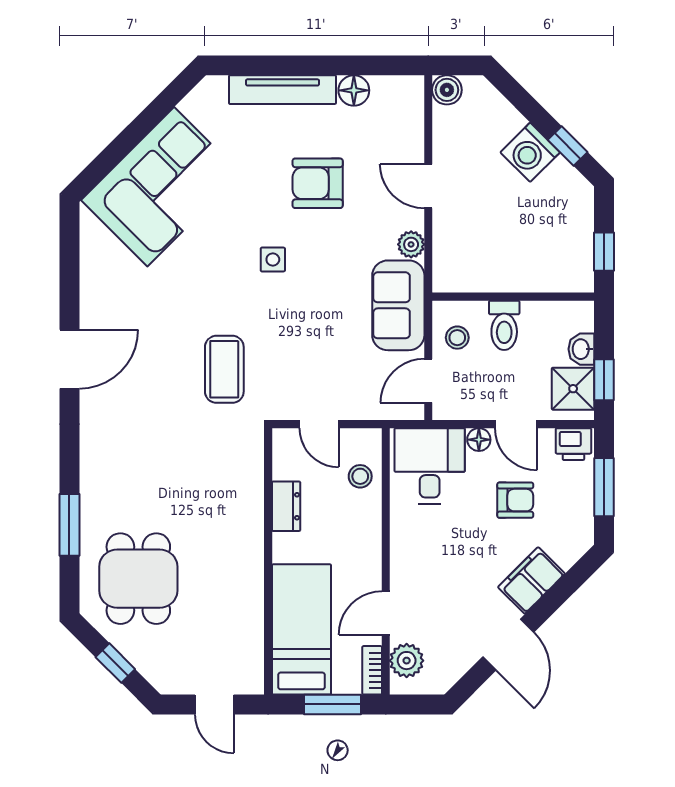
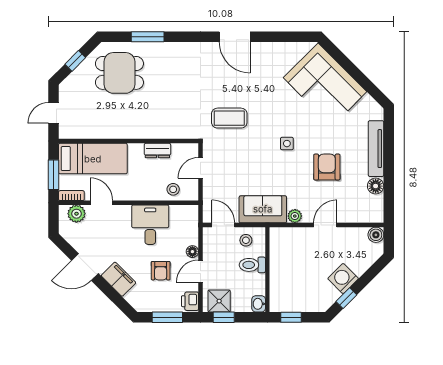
washbasin: (581, 349) -> (259, 304), moved, turned -90
desk: (430, 466) -> (150, 225), moved, turned -90

